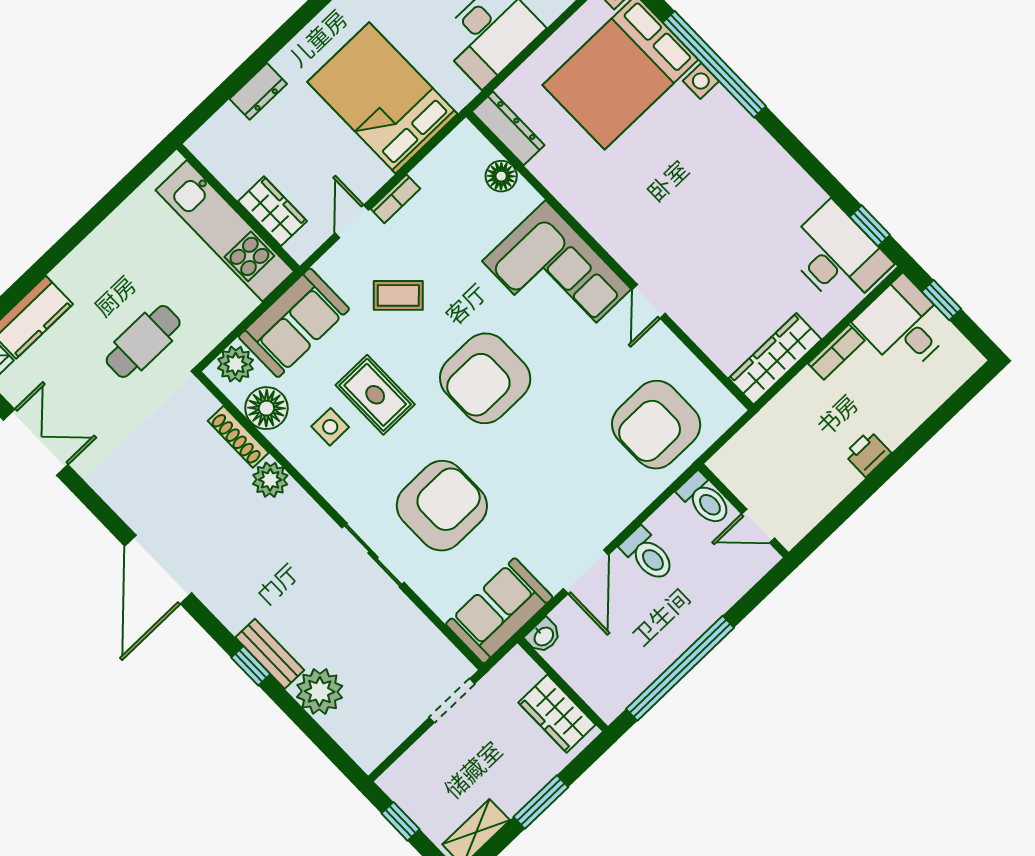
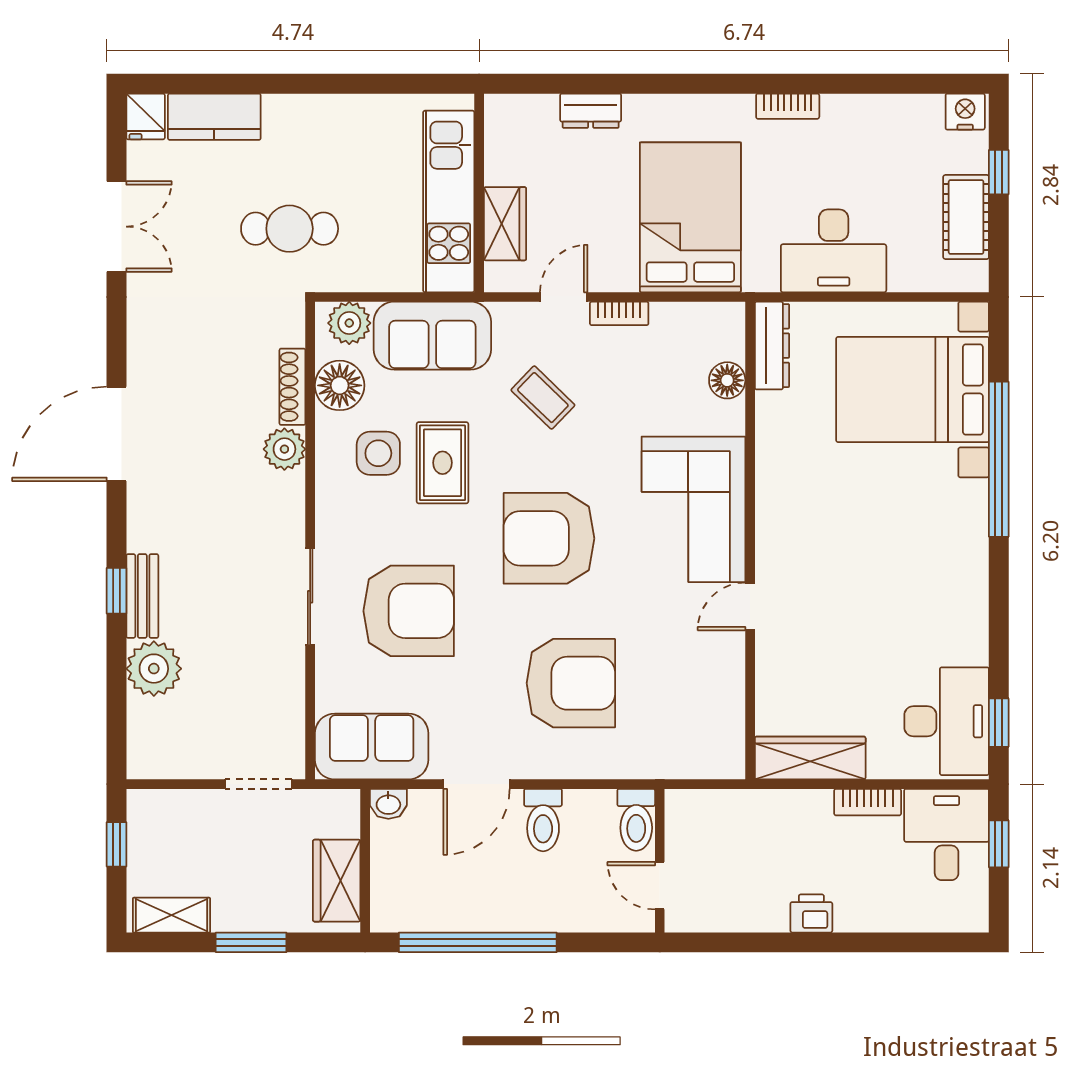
armchair: (656, 425) -> (571, 683), moved, turned 180
side table: (330, 427) -> (378, 453), width x1.37, depth x1.37

